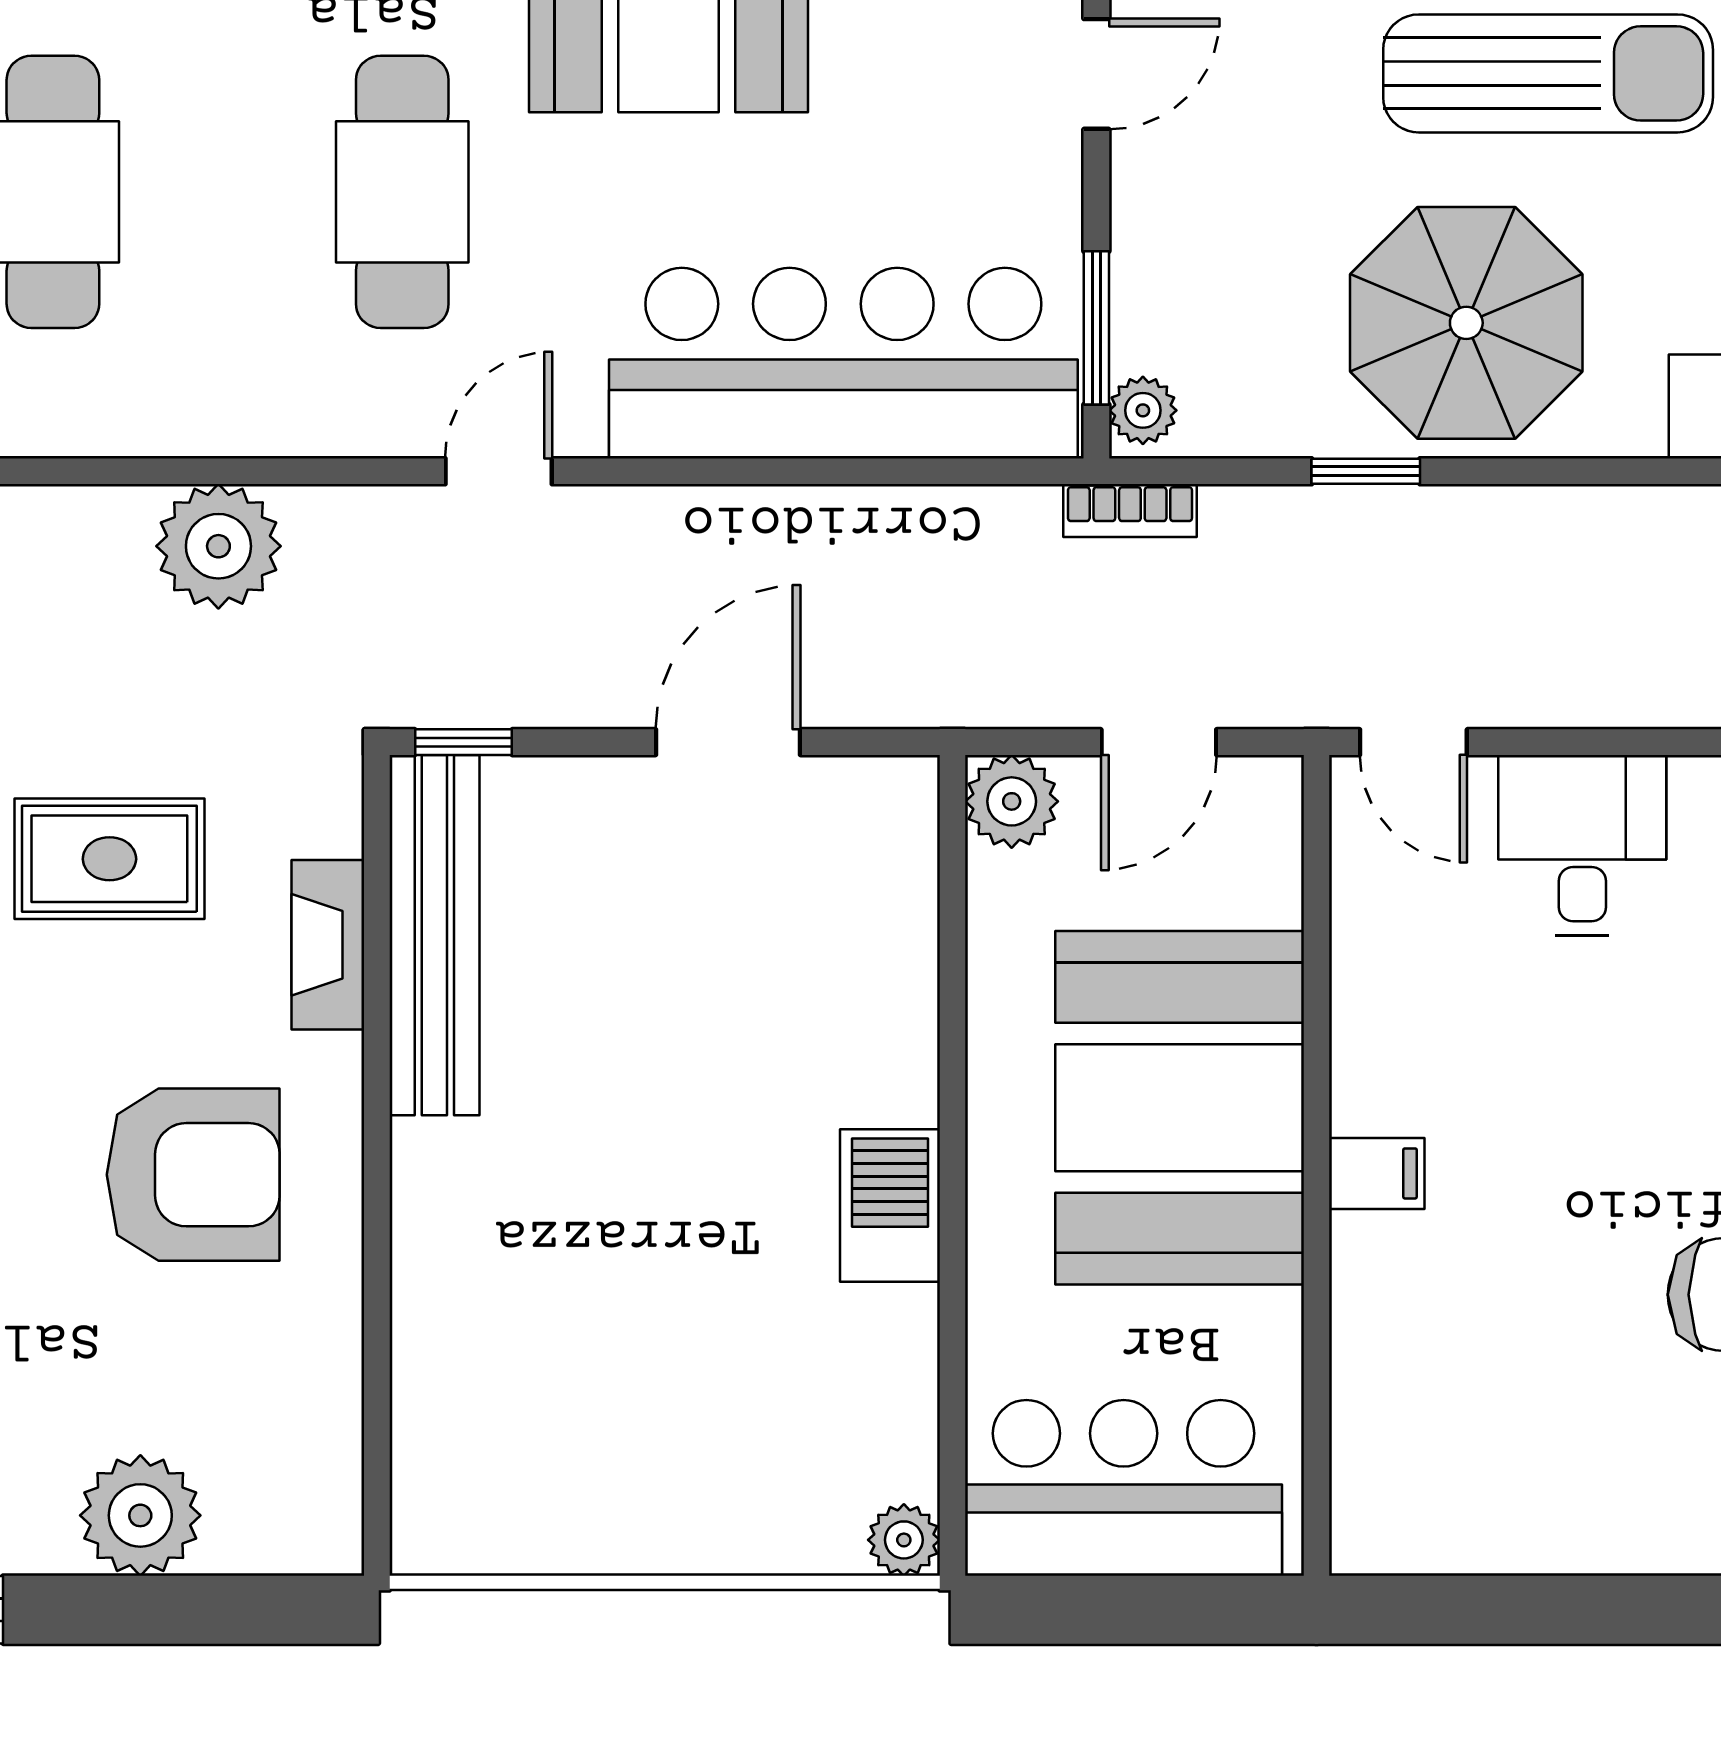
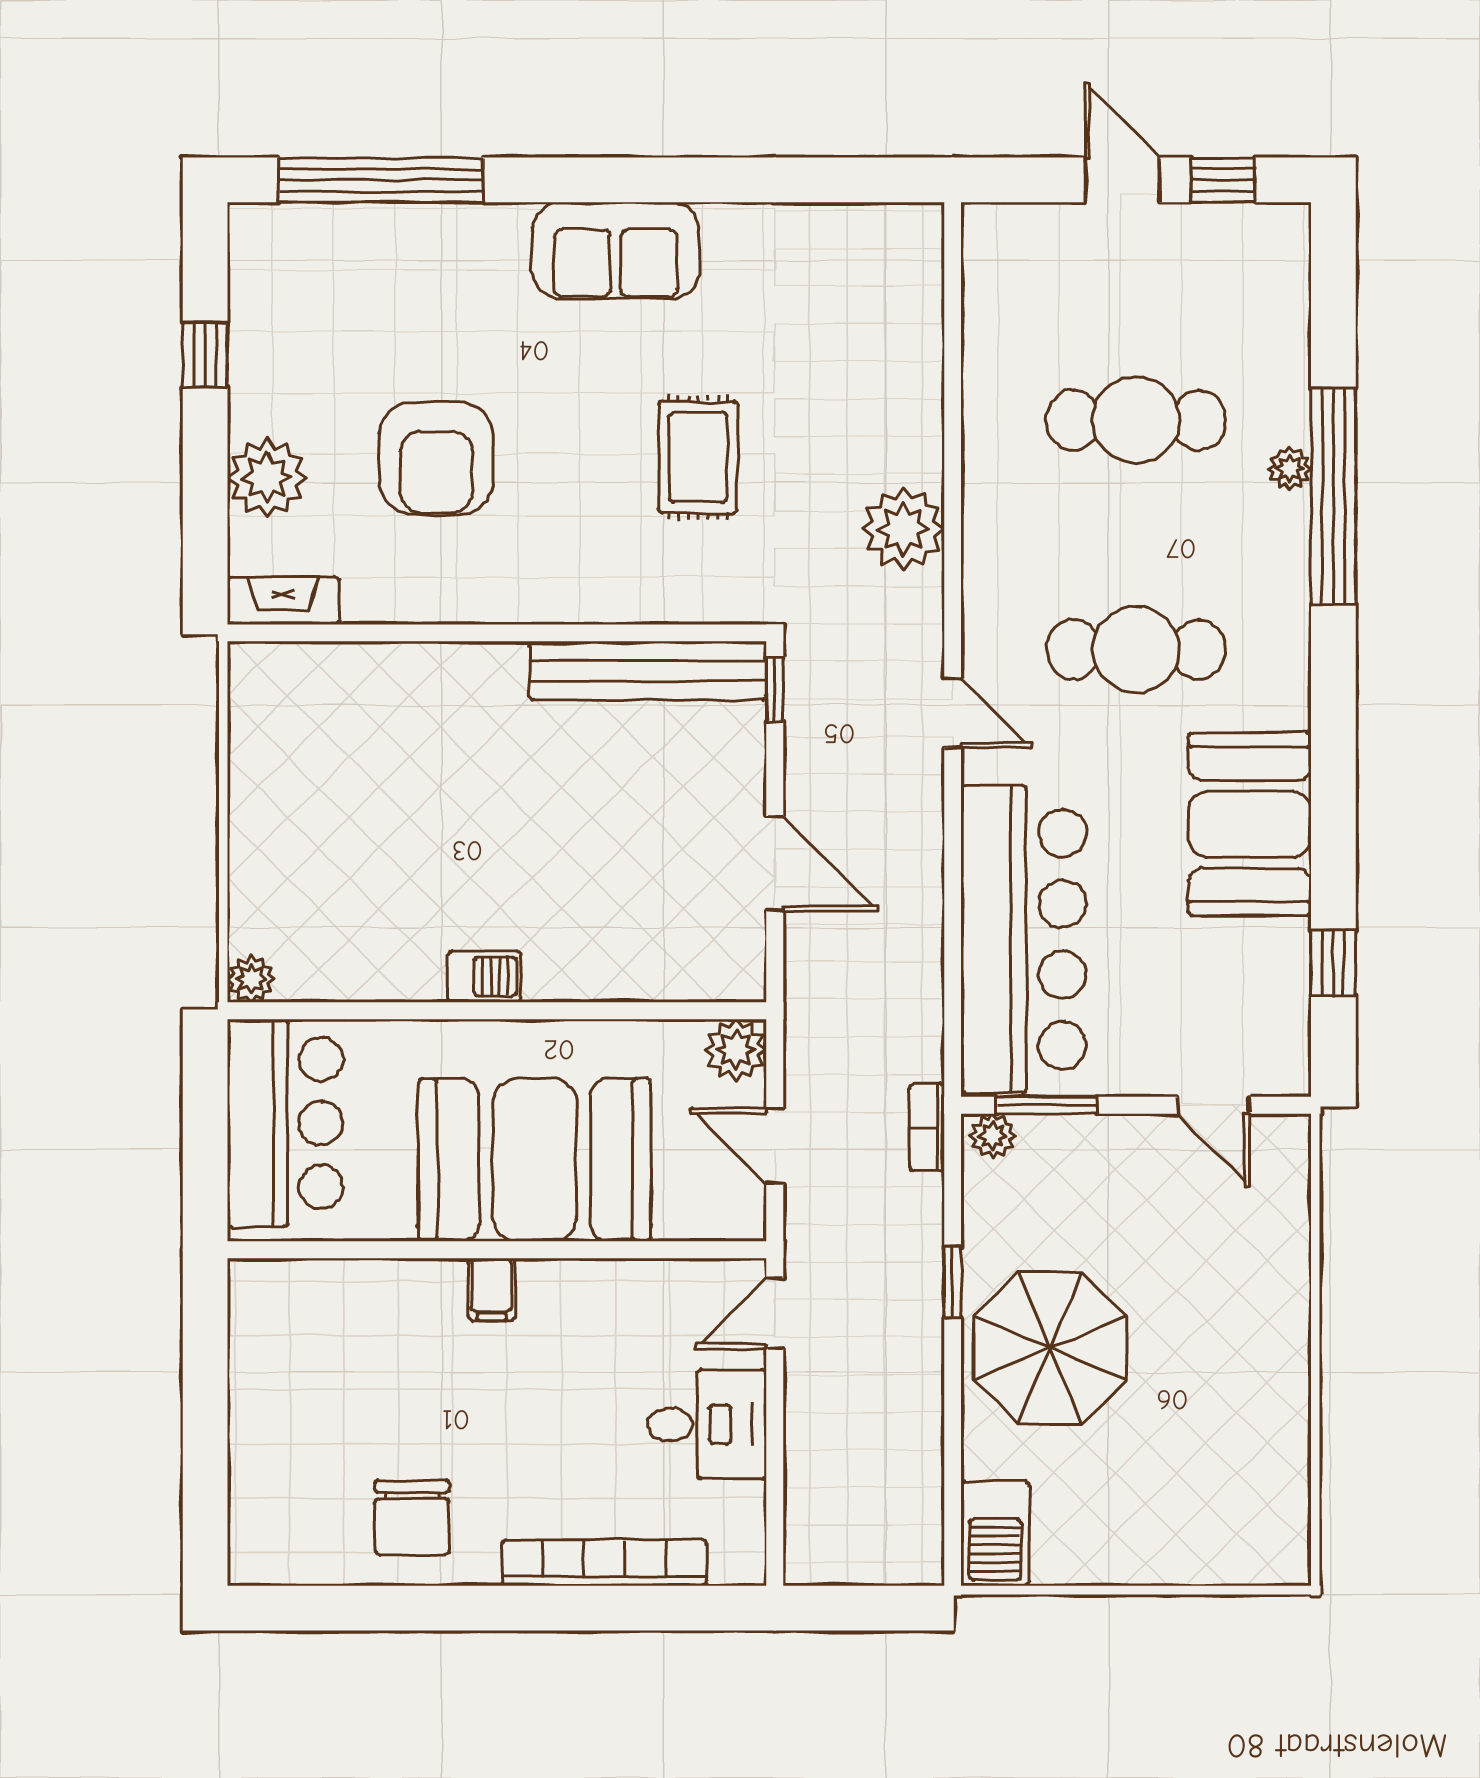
sun lounger: (1548, 73) -> (1214, 1402), removed
fireplace: (328, 945) -> (283, 601), moved
armchair: (193, 1175) -> (436, 458), moved
barbecue: (890, 1205) -> (484, 977), width x0.73, depth x0.79

